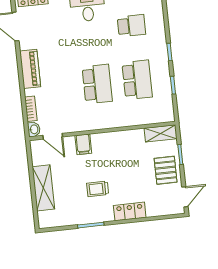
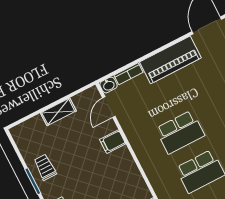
piano: (30, 69) -> (170, 60), width x1.37, depth x1.33
shelving: (43, 188) -> (58, 112), width x0.67, depth x0.75
trolley: (98, 189) -> (45, 167), moved

